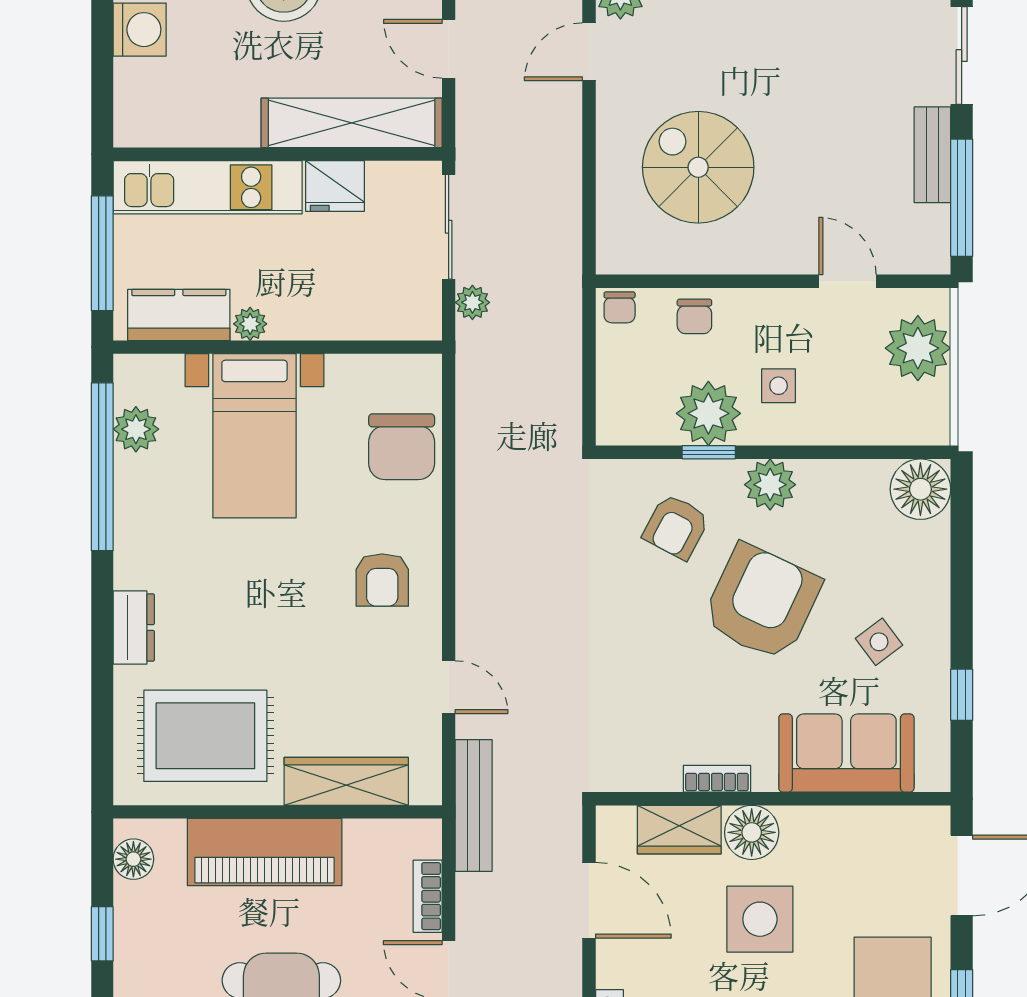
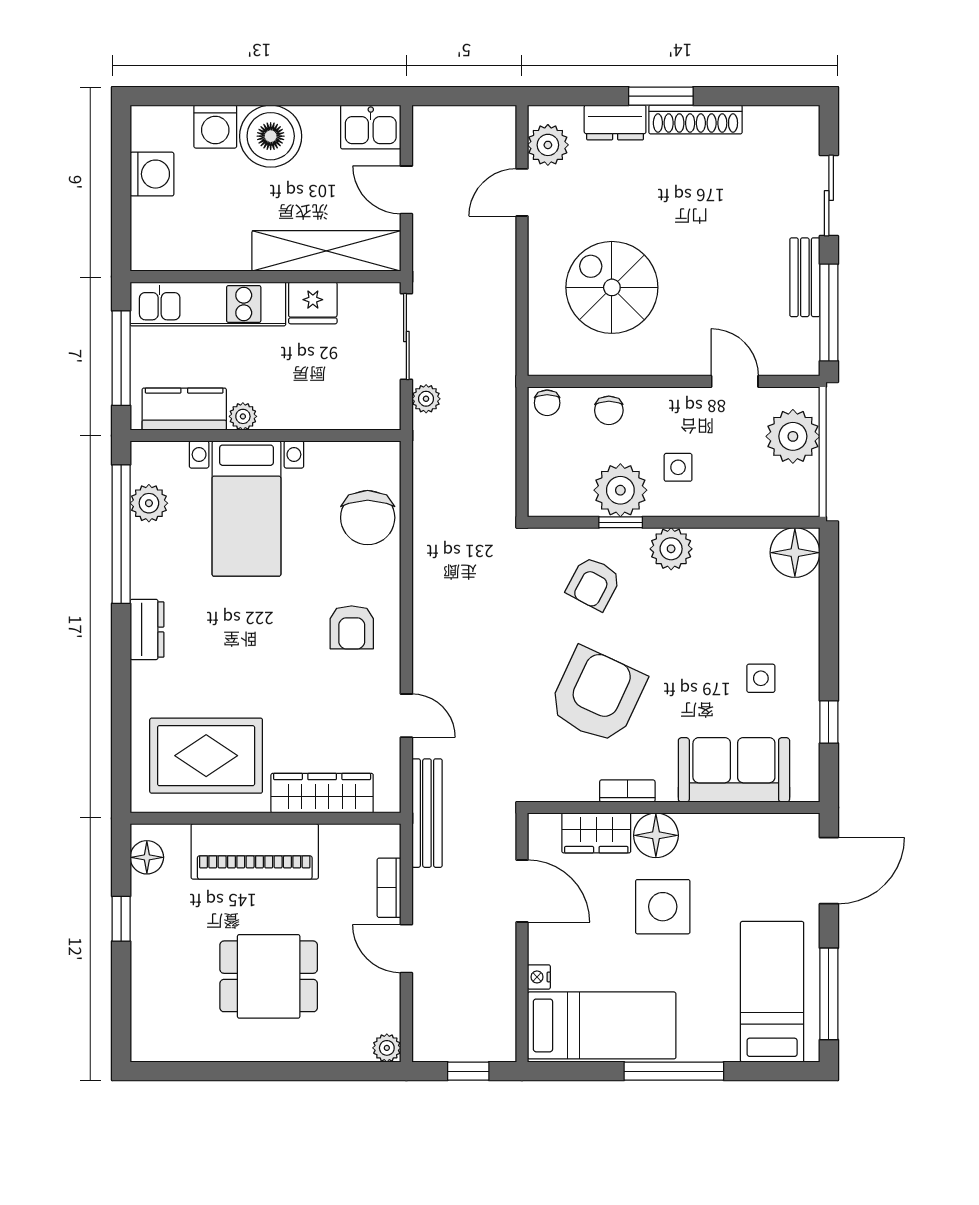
armchair: (762, 602) -> (597, 695), moved
dresser: (134, 628) -> (147, 629), moved
side table: (879, 642) -> (761, 678), turned 37

